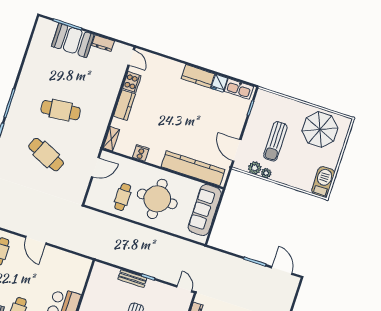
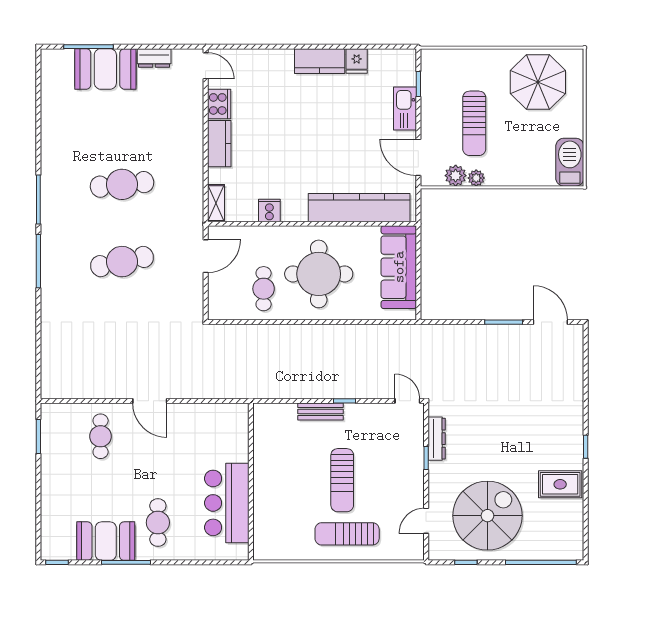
kitchen sink: (239, 89) -> (405, 108), moved, turned 90
cafe table: (46, 155) -> (122, 262), turned -36

